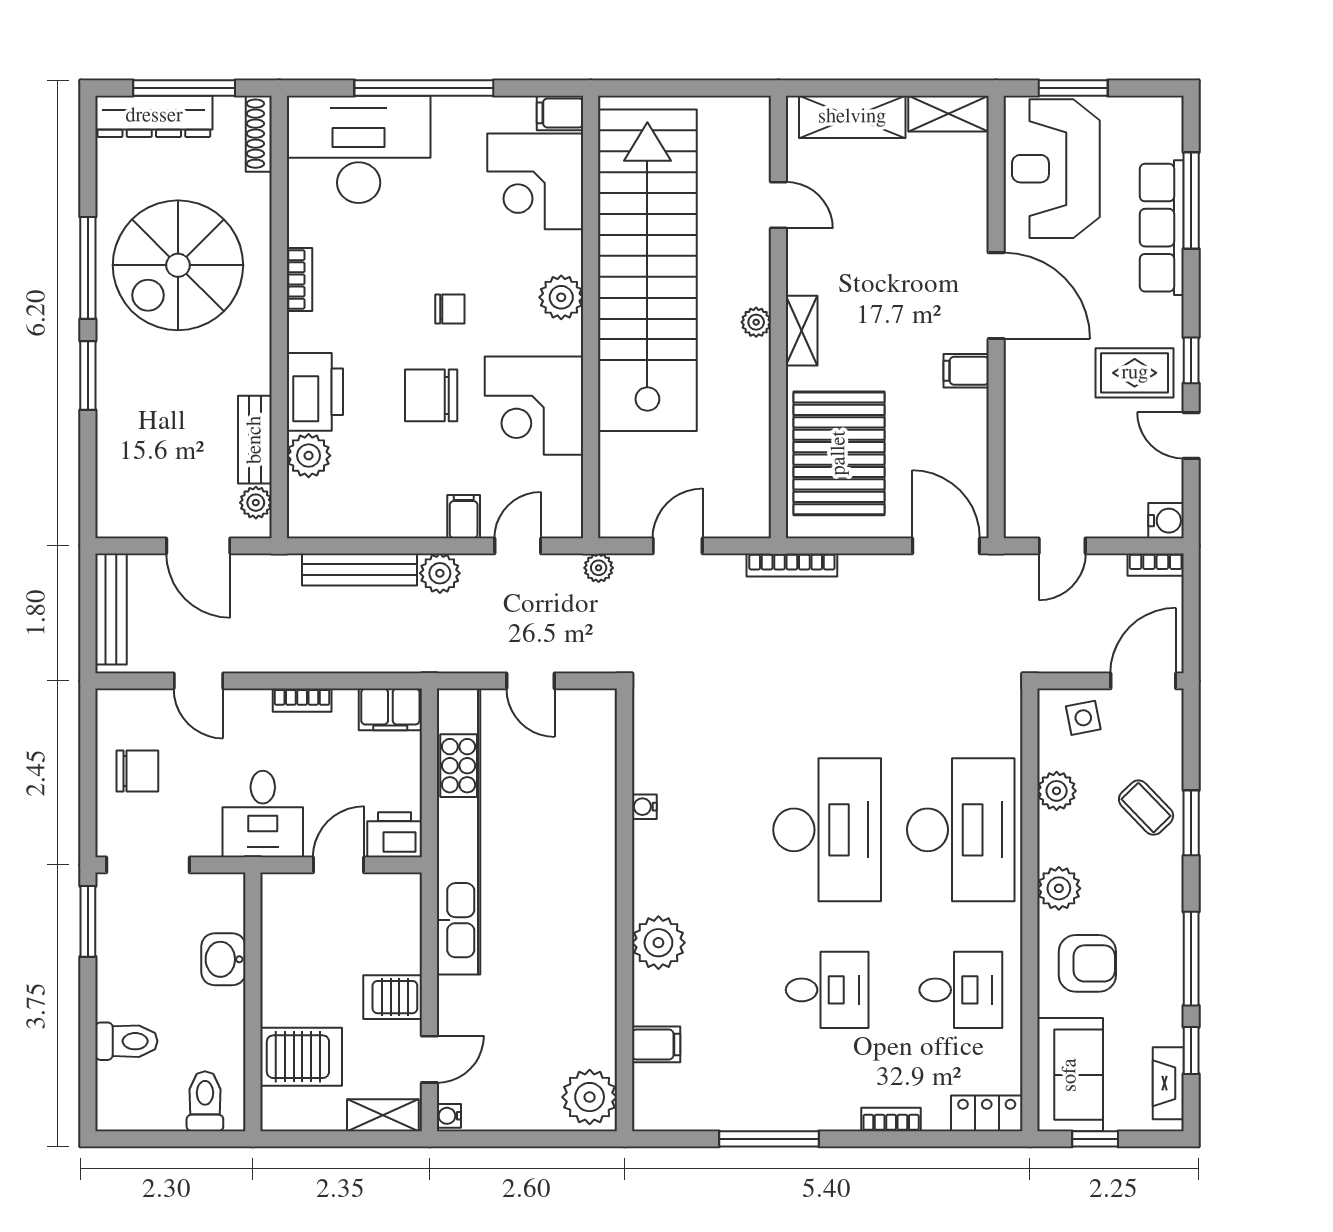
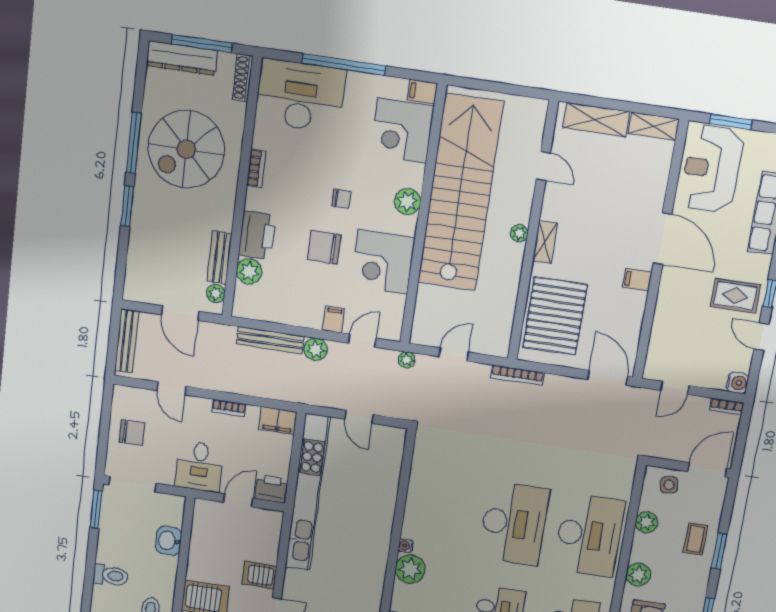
water cooler: (644, 807) -> (406, 546), moved
coffee table: (1146, 808) -> (695, 539), turned 44

